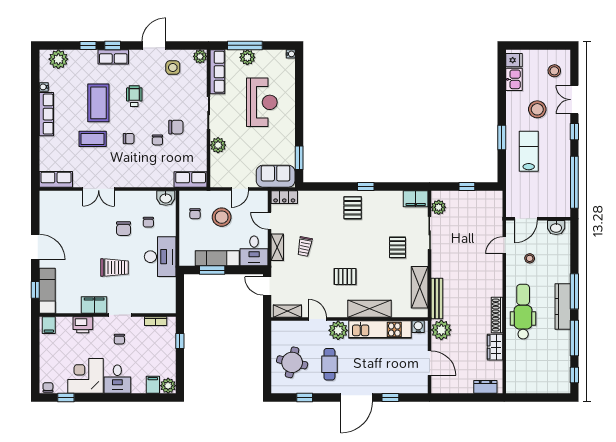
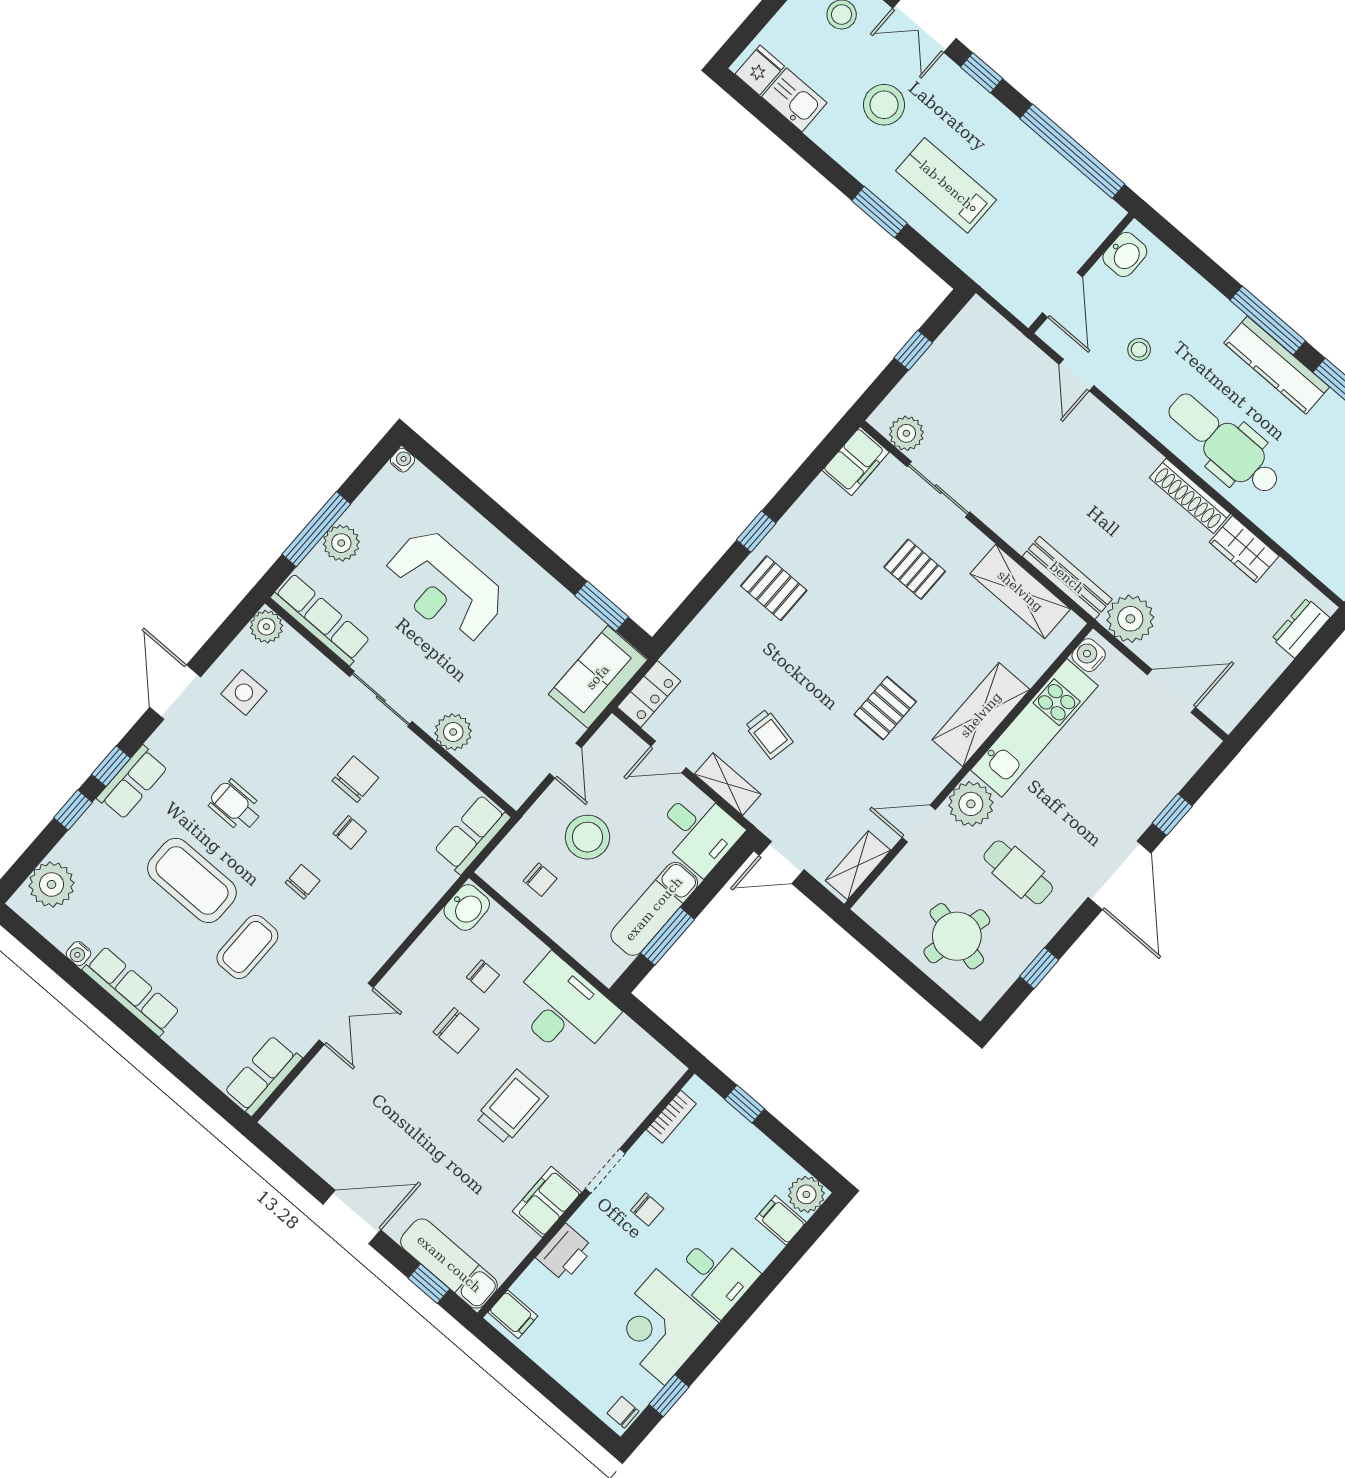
reception desk: (262, 102) -> (444, 587), turned 180

